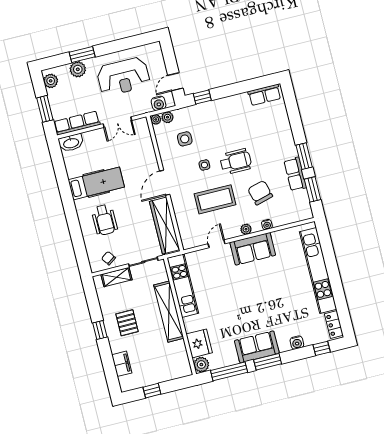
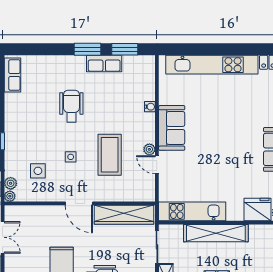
wheelchair: (236, 162) -> (71, 106), moved
chair: (260, 193) -> (115, 105), removed
plant: (246, 229) -> (149, 149), moved

